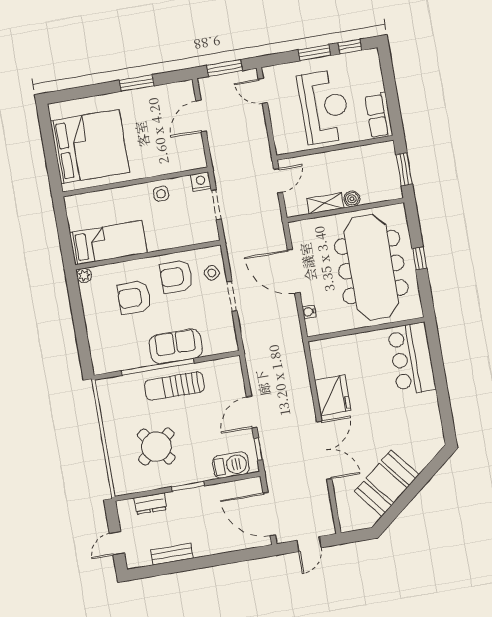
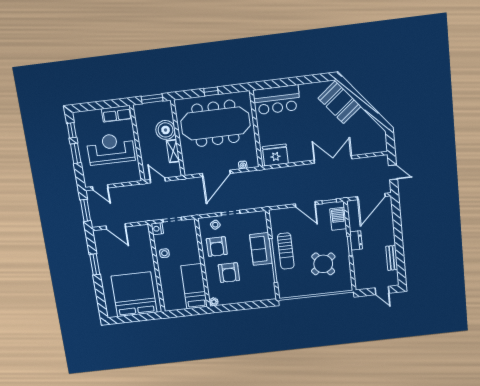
door: (263, 91) -> (100, 187), hinge flipped
boiler: (352, 199) -> (166, 130), width x1.86, depth x1.86
fridge: (333, 395) -> (275, 155), moved
booth: (387, 483) -> (340, 102), moved
dresser: (150, 504) -> (356, 240), moved

